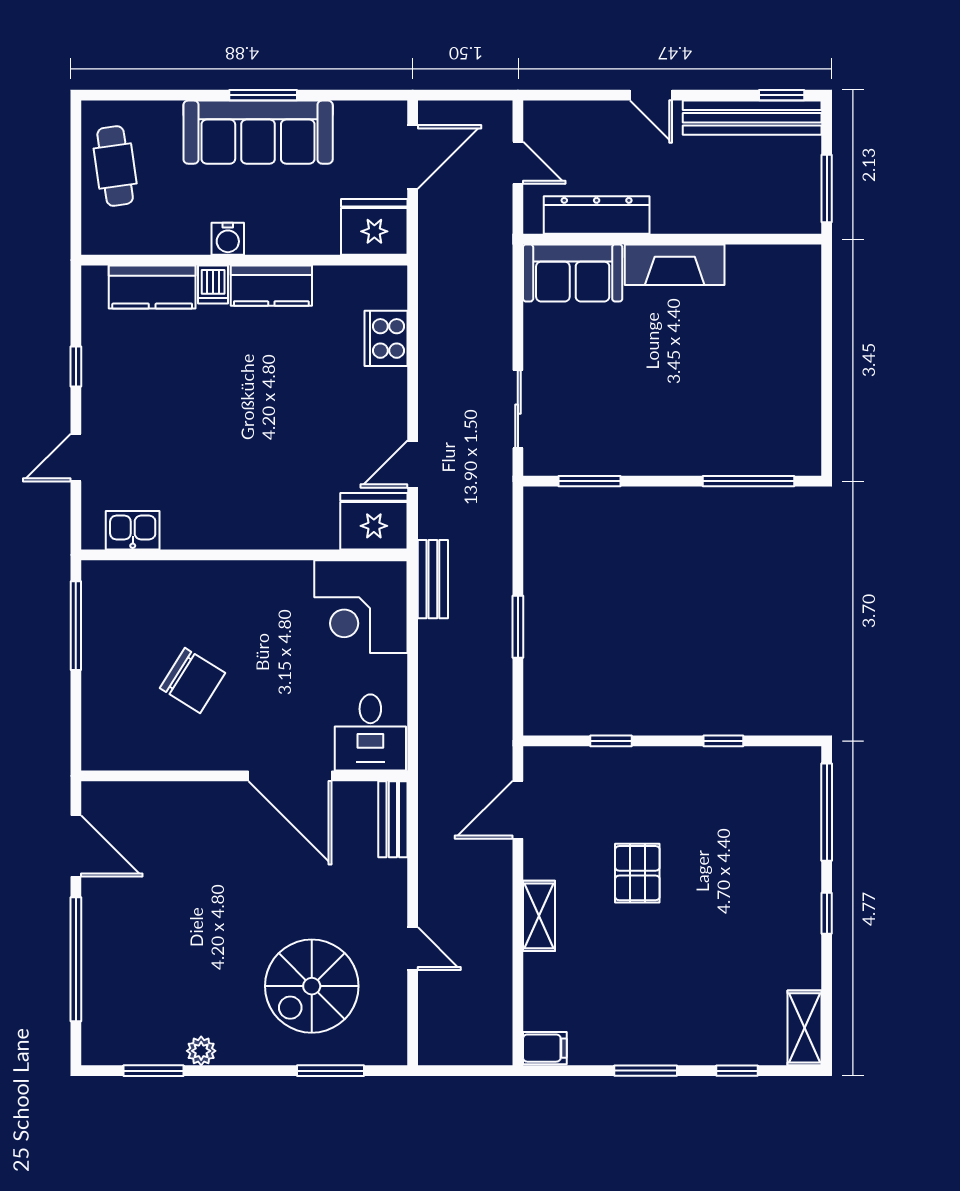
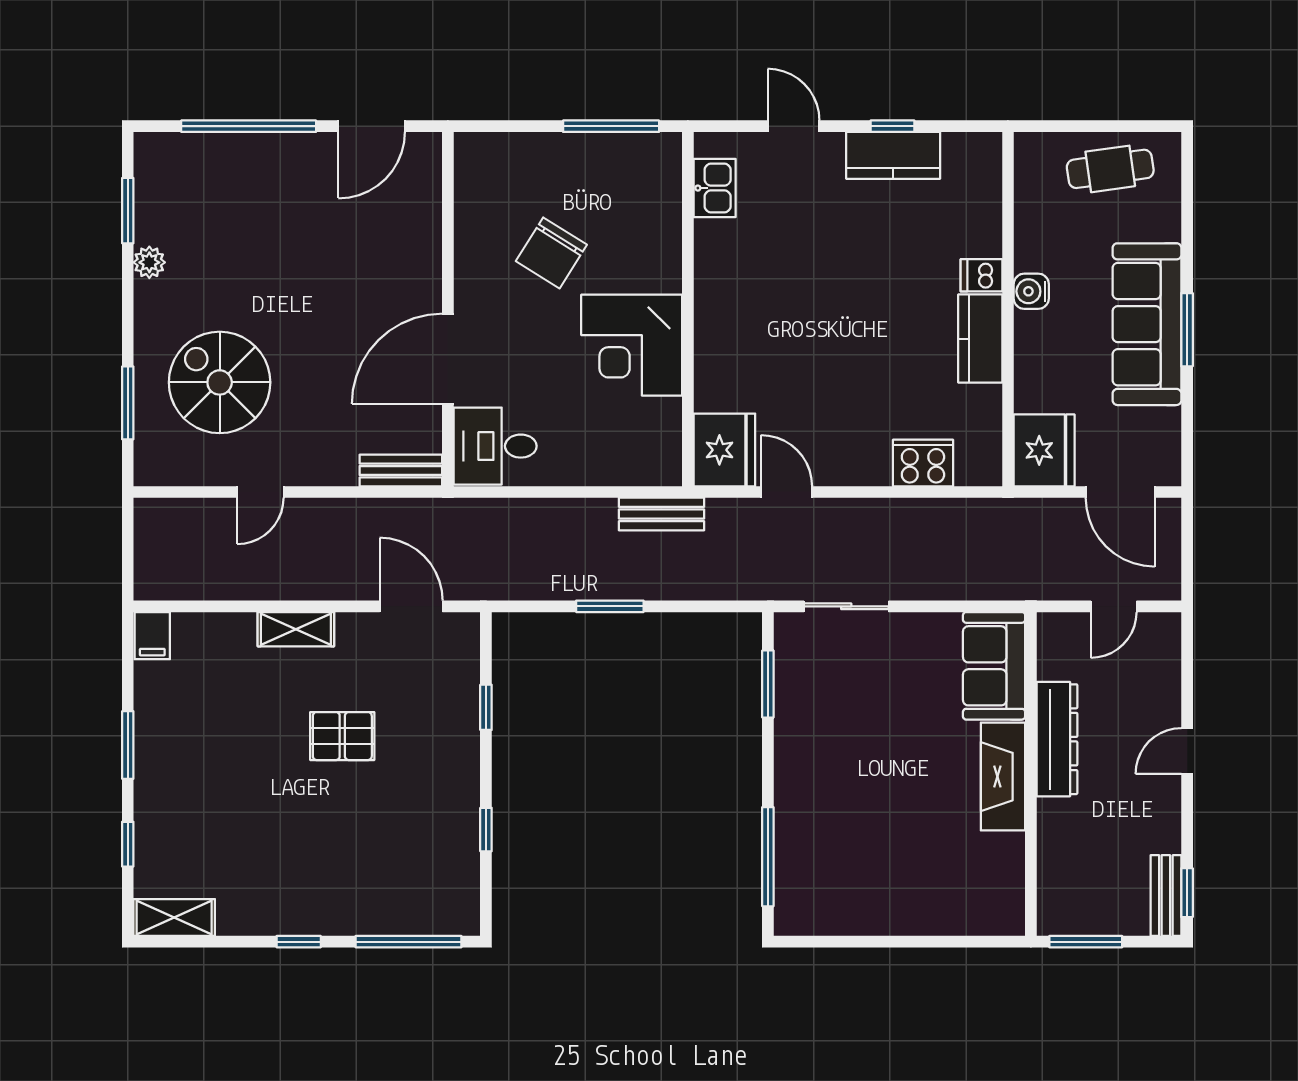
bench: (752, 118) -> (1166, 896), width x0.54, depth x0.82
dresser: (597, 215) -> (1057, 739), moved
kitchen counter: (152, 287) -> (893, 155), moved, turned -90
corner desk: (361, 607) -> (632, 345), moved, turned -90

